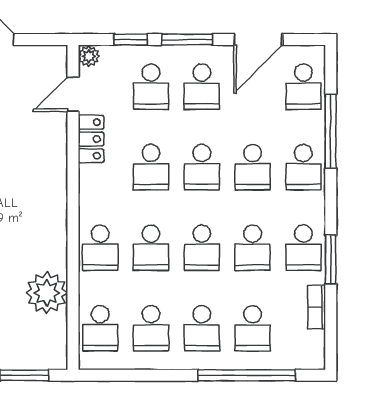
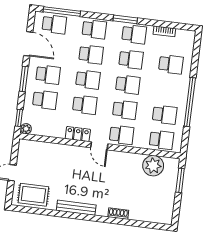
window: (131, 40) -> (19, 118), moved
door: (73, 94) -> (99, 146), moved
window: (331, 131) -> (62, 11), moved
locker: (91, 139) -> (78, 134), moved
window: (331, 259) -> (125, 19), moved
plant: (47, 293) -> (153, 166), moved
school desk: (202, 328) -> (168, 90), removed
window: (247, 375) -> (190, 102), moved

